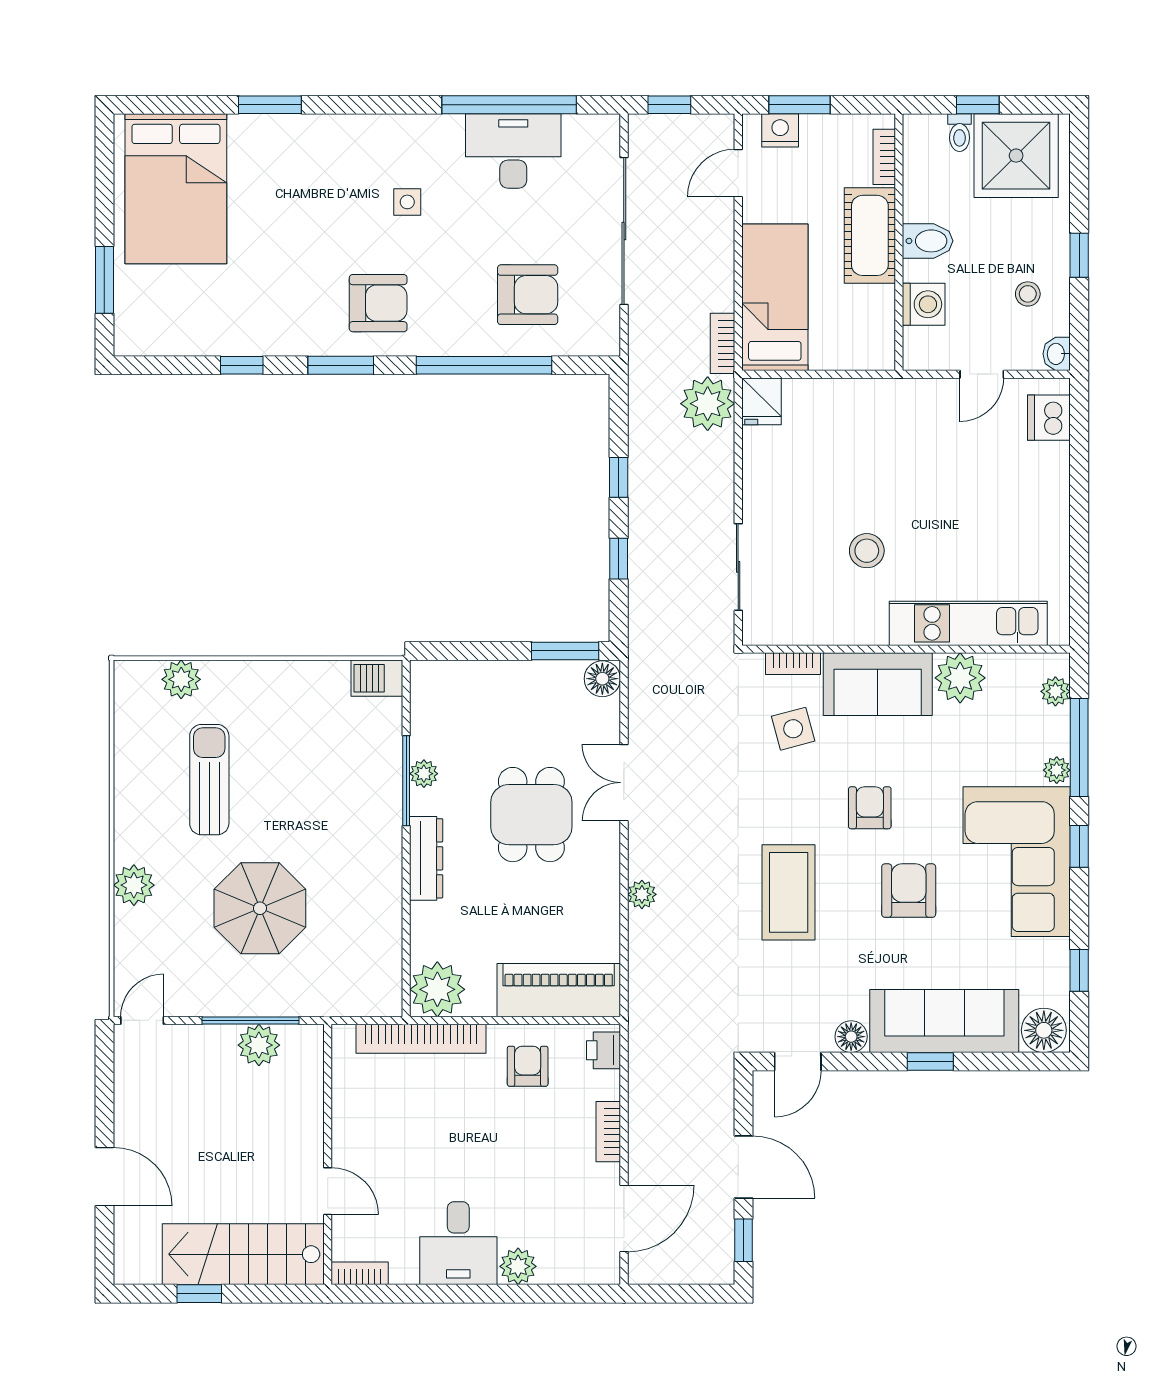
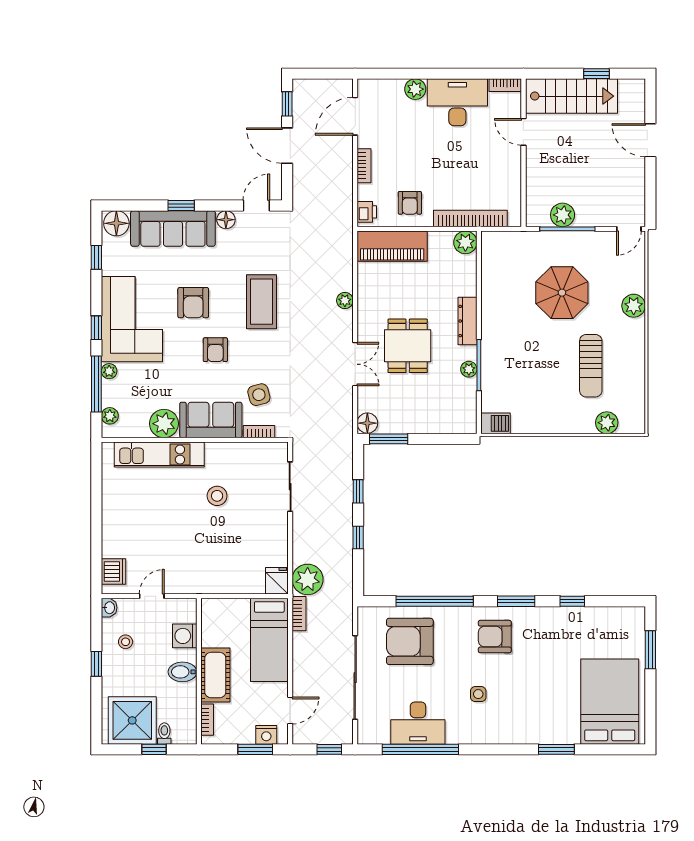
armchair: (528, 295) -> (410, 641), width x1.36, depth x1.36
plant: (437, 989) -> (465, 242), width x0.73, depth x0.73
desk: (458, 1243) -> (457, 102), width x1.37

